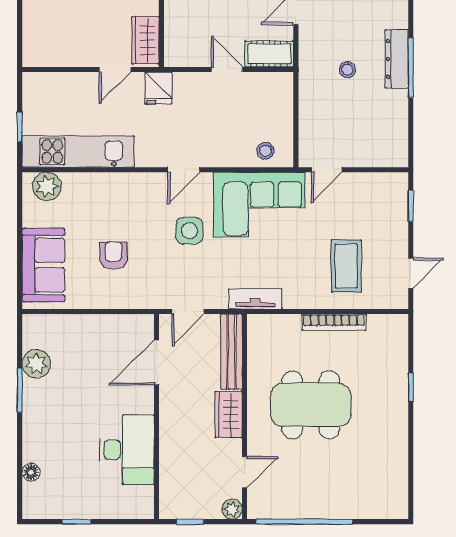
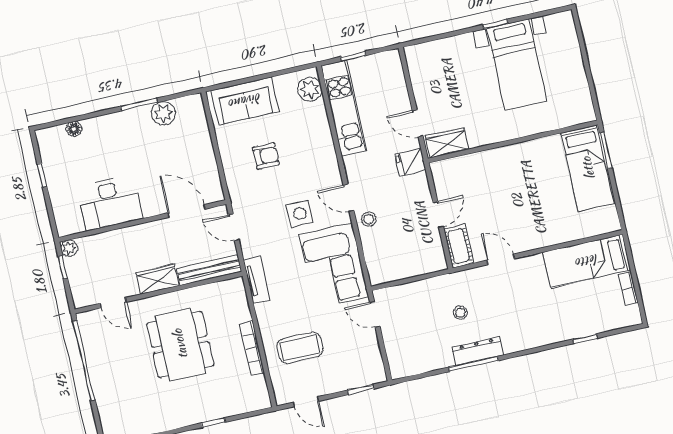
stool: (265, 151) -> (369, 219), moved
plant: (232, 509) -> (69, 248), moved

